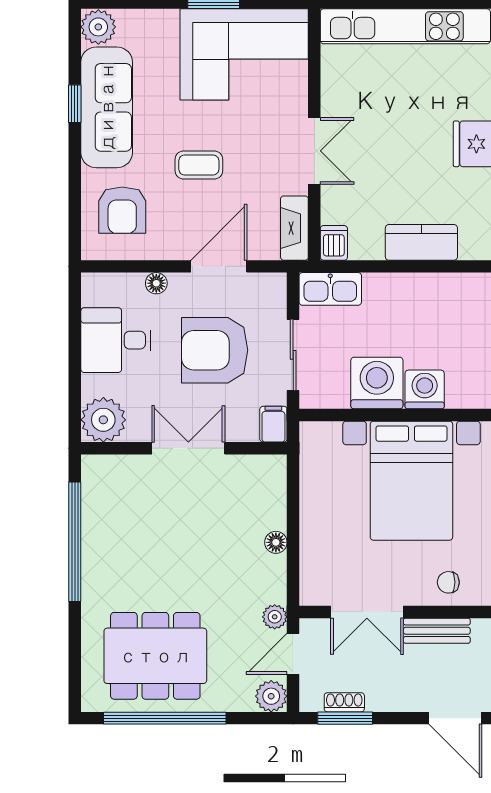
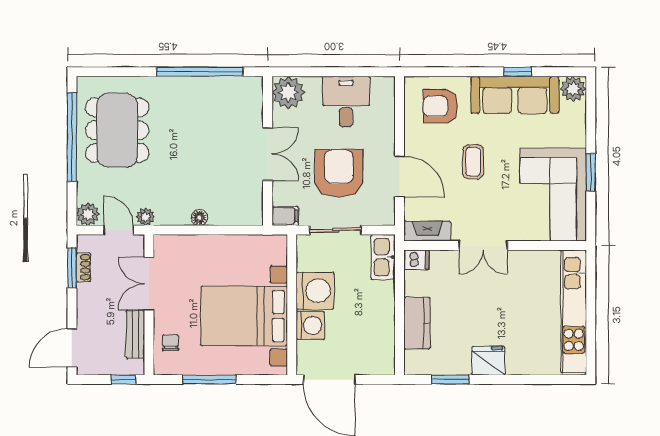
floor lamp: (156, 283) -> (387, 131), removed

